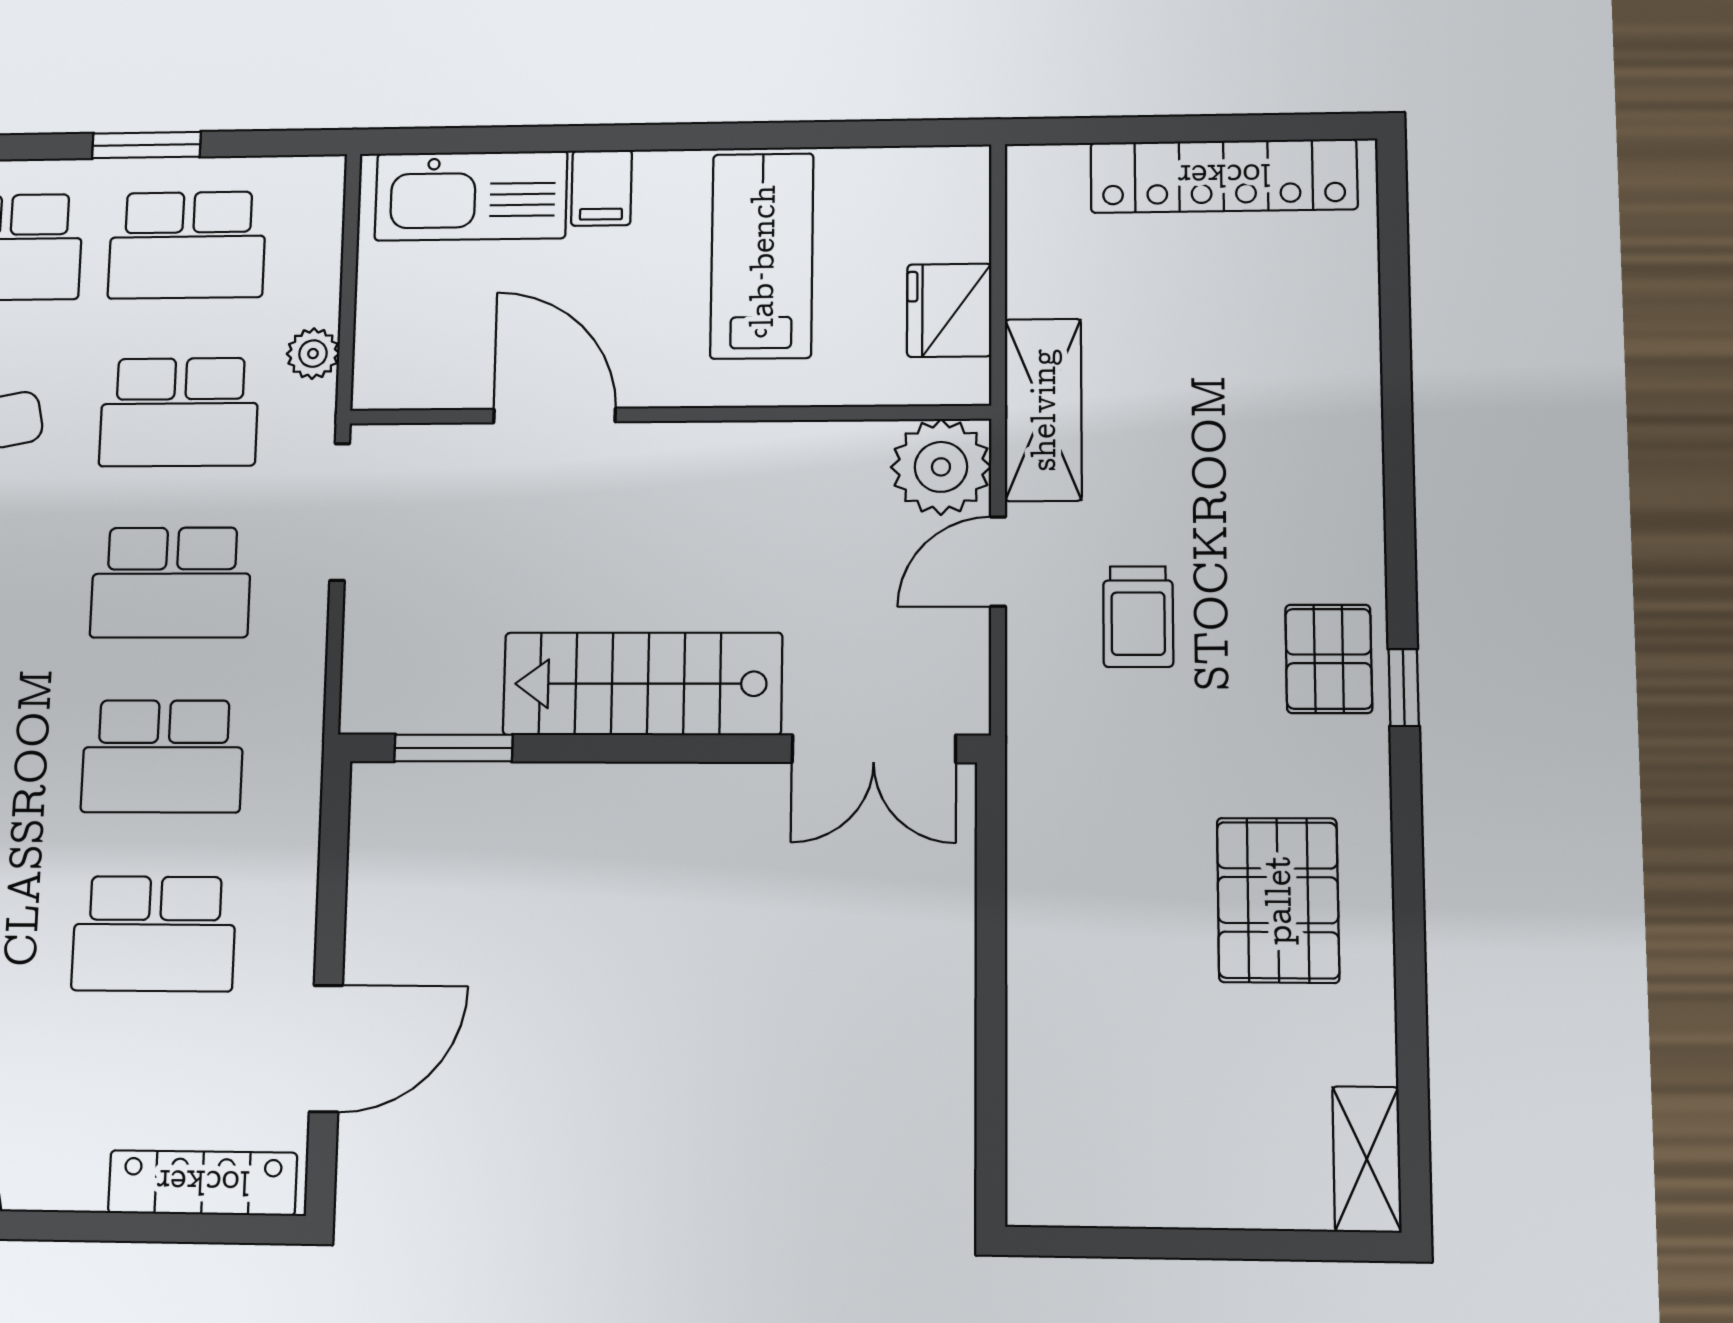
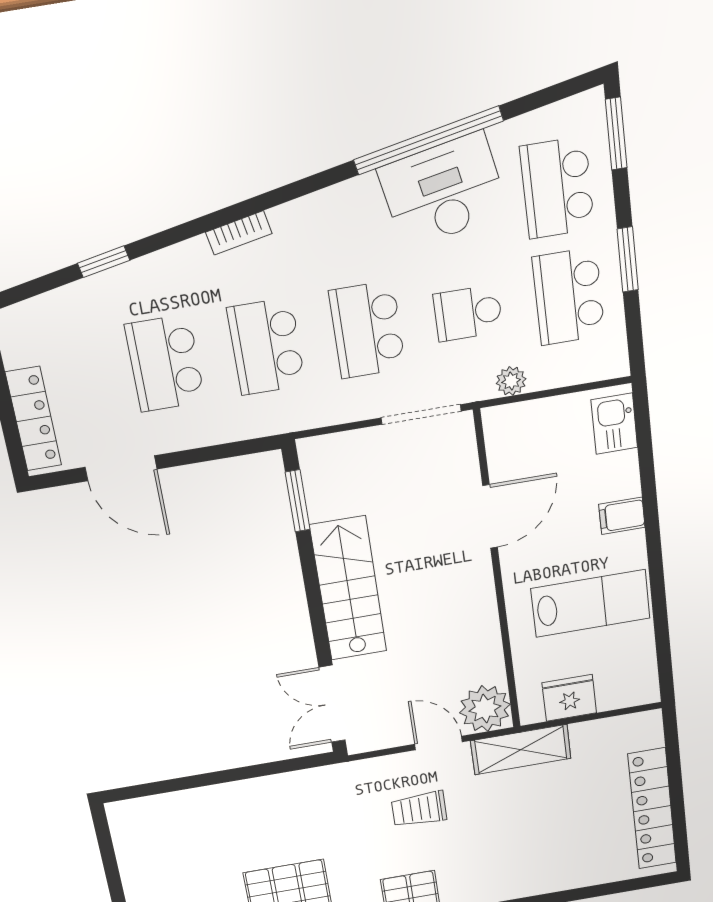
kitchen sink: (471, 196) -> (614, 424), width x0.53, depth x0.81
school desk: (179, 412) -> (468, 313), width x0.54

